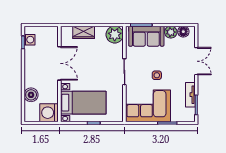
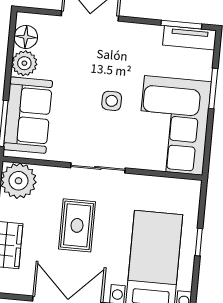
rug: (96, 64) -> (77, 225), added
tv unit: (190, 95) -> (189, 38), moved

